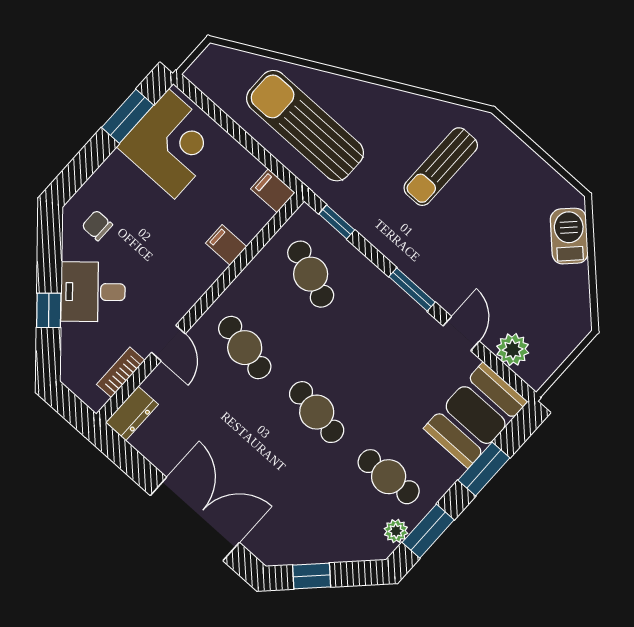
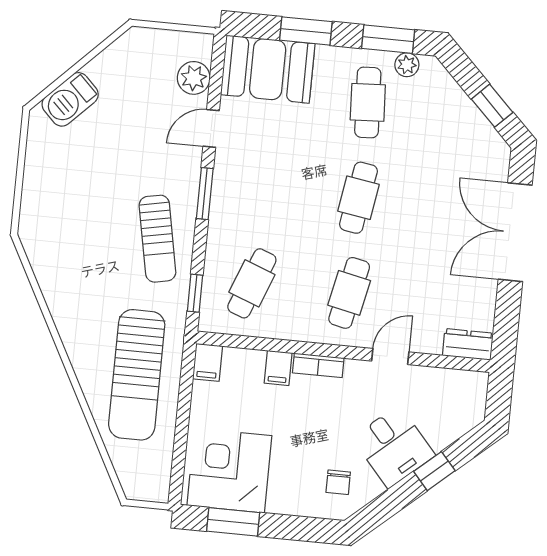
sun lounger: (441, 167) -> (157, 239), moved, turned 79
bookcase: (121, 372) -> (318, 365), moved

